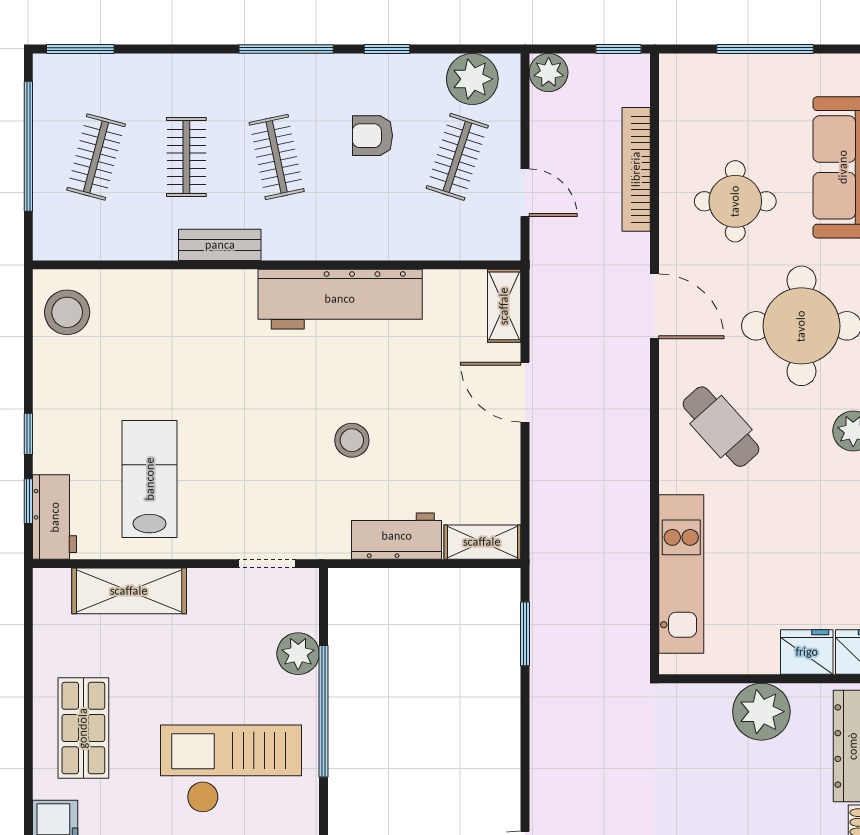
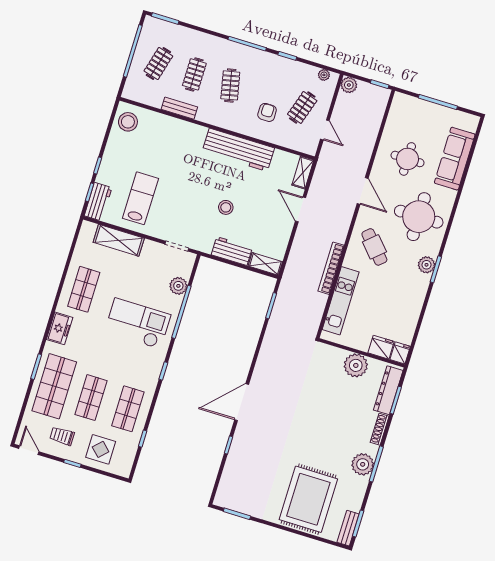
plant: (472, 79) -> (324, 75), width x0.53, depth x0.53
armchair: (372, 136) -> (267, 112), moved, turned 90
bookcase: (636, 169) -> (331, 268), moved
bench: (220, 245) -> (179, 108), moved

